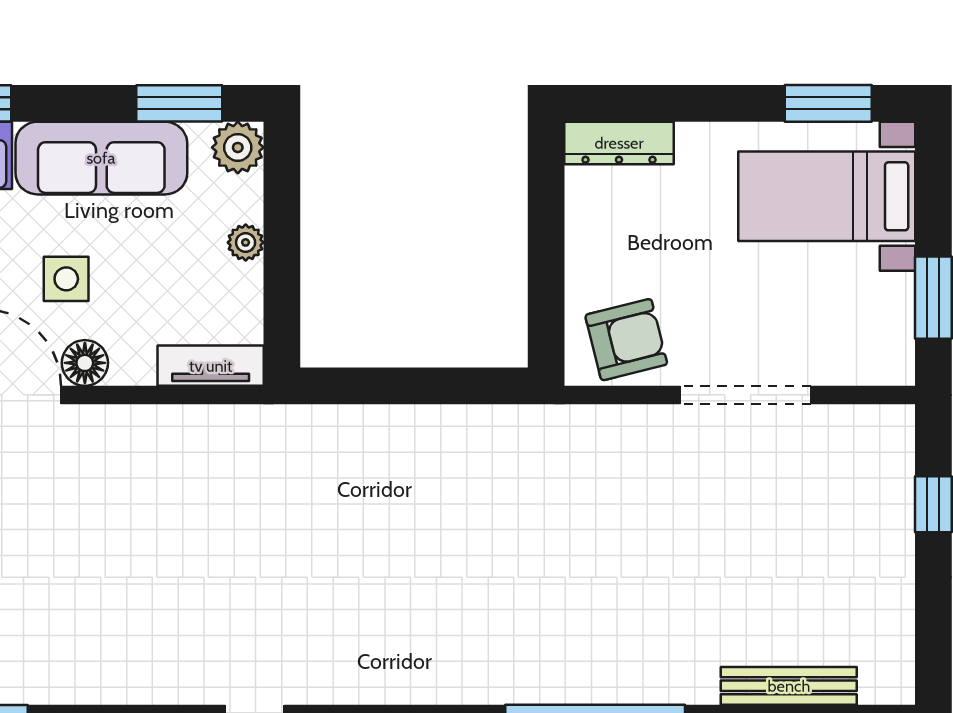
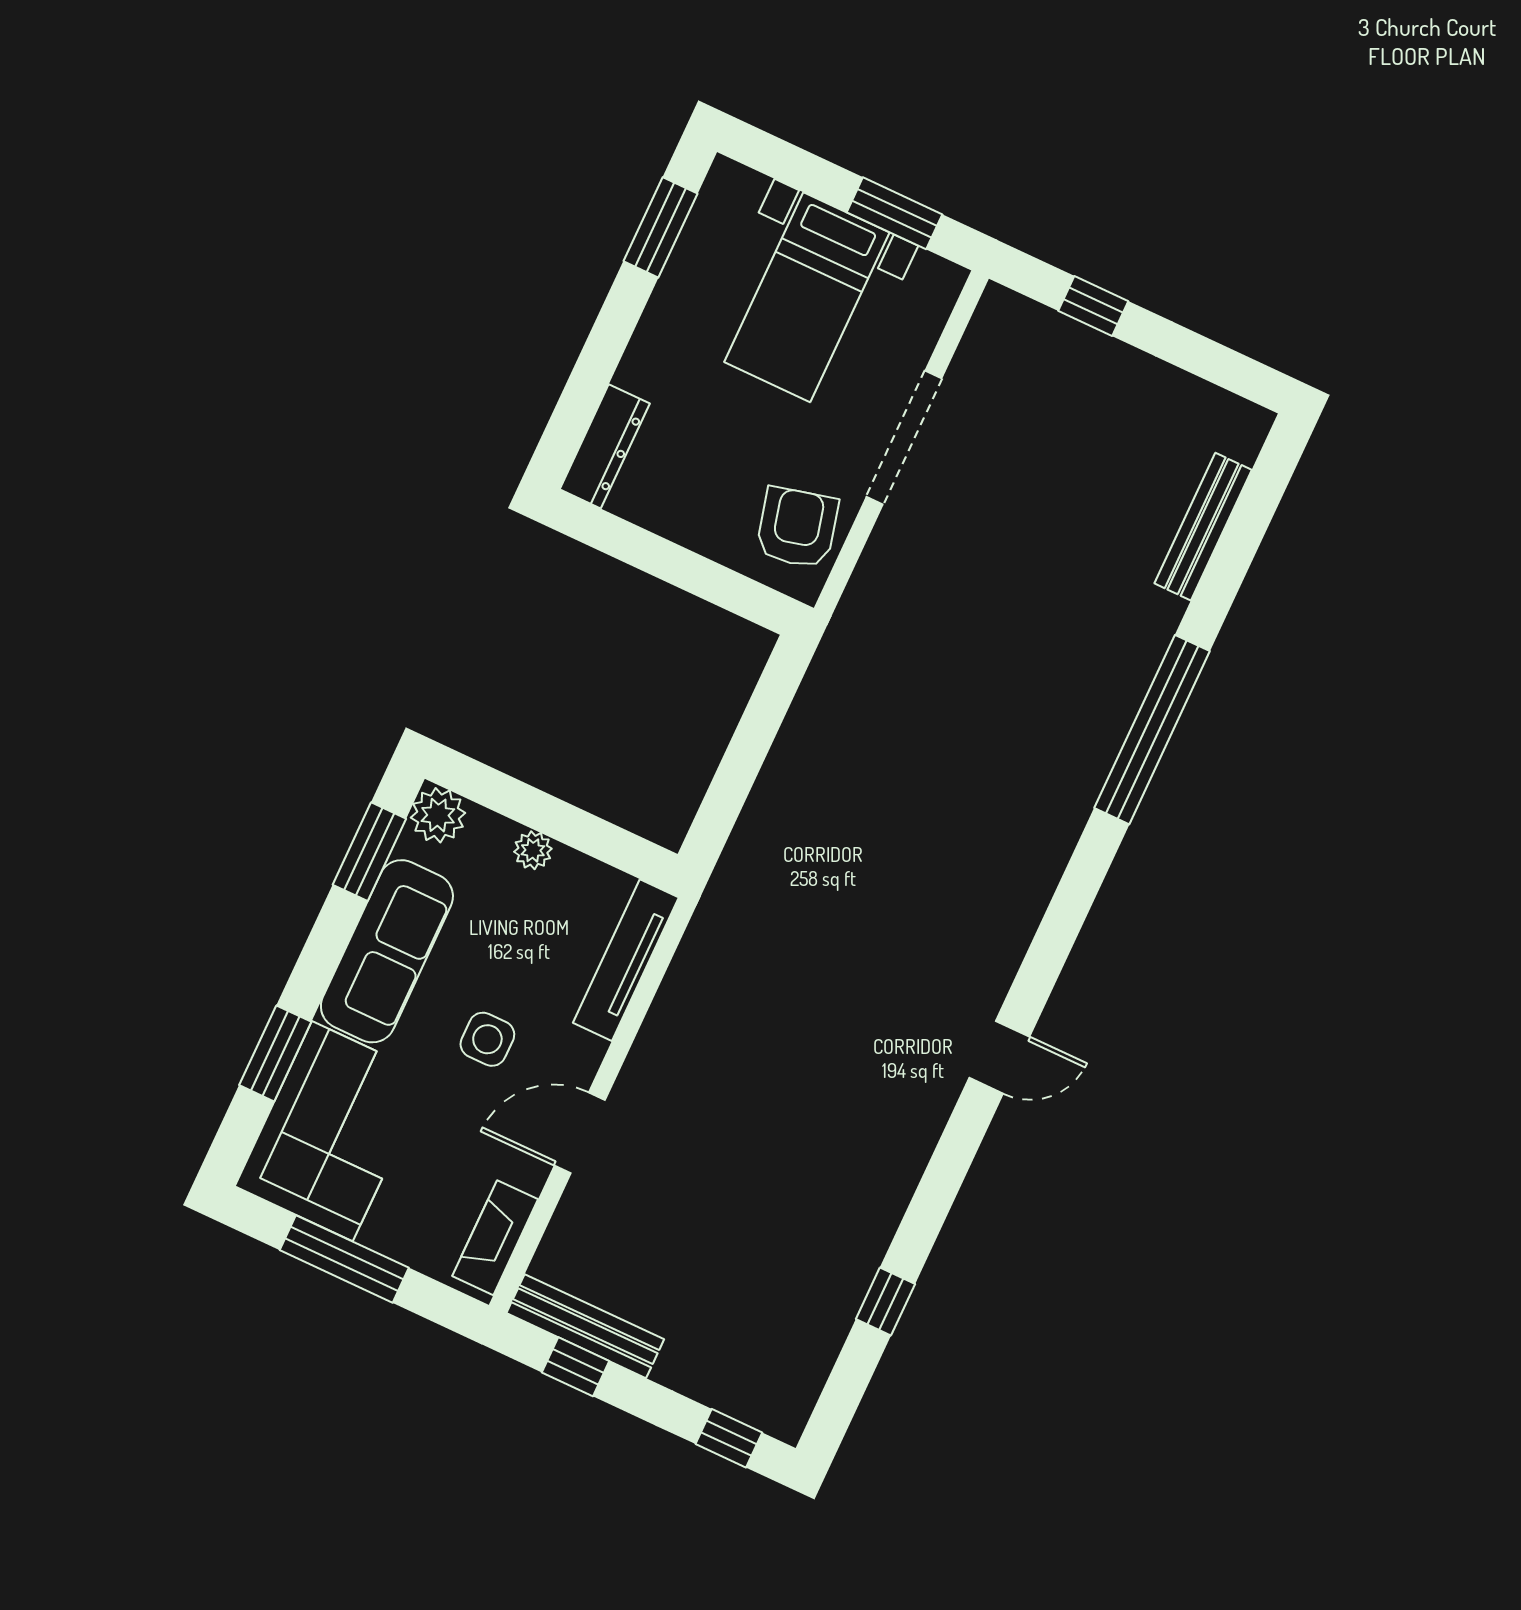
bed with nightstands: (827, 196) -> (807, 297), moved
floor lamp: (85, 363) -> (577, 1059), removed
tv unit: (211, 366) -> (626, 960), width x1.41

